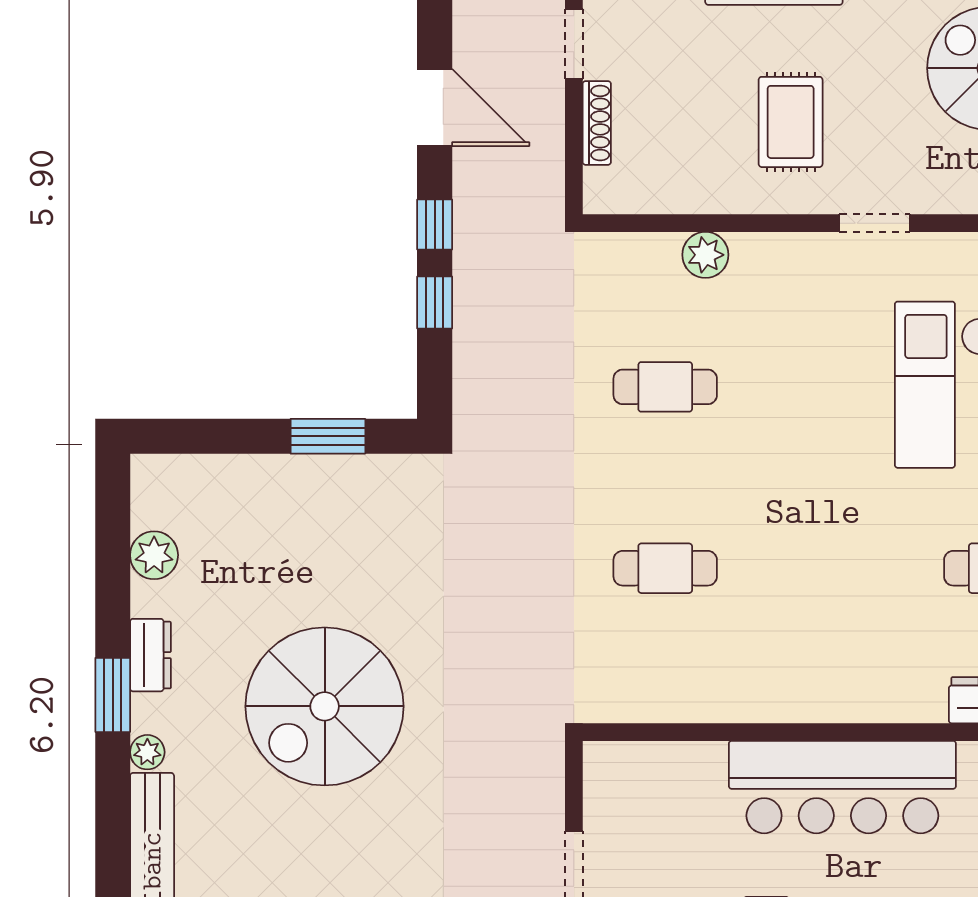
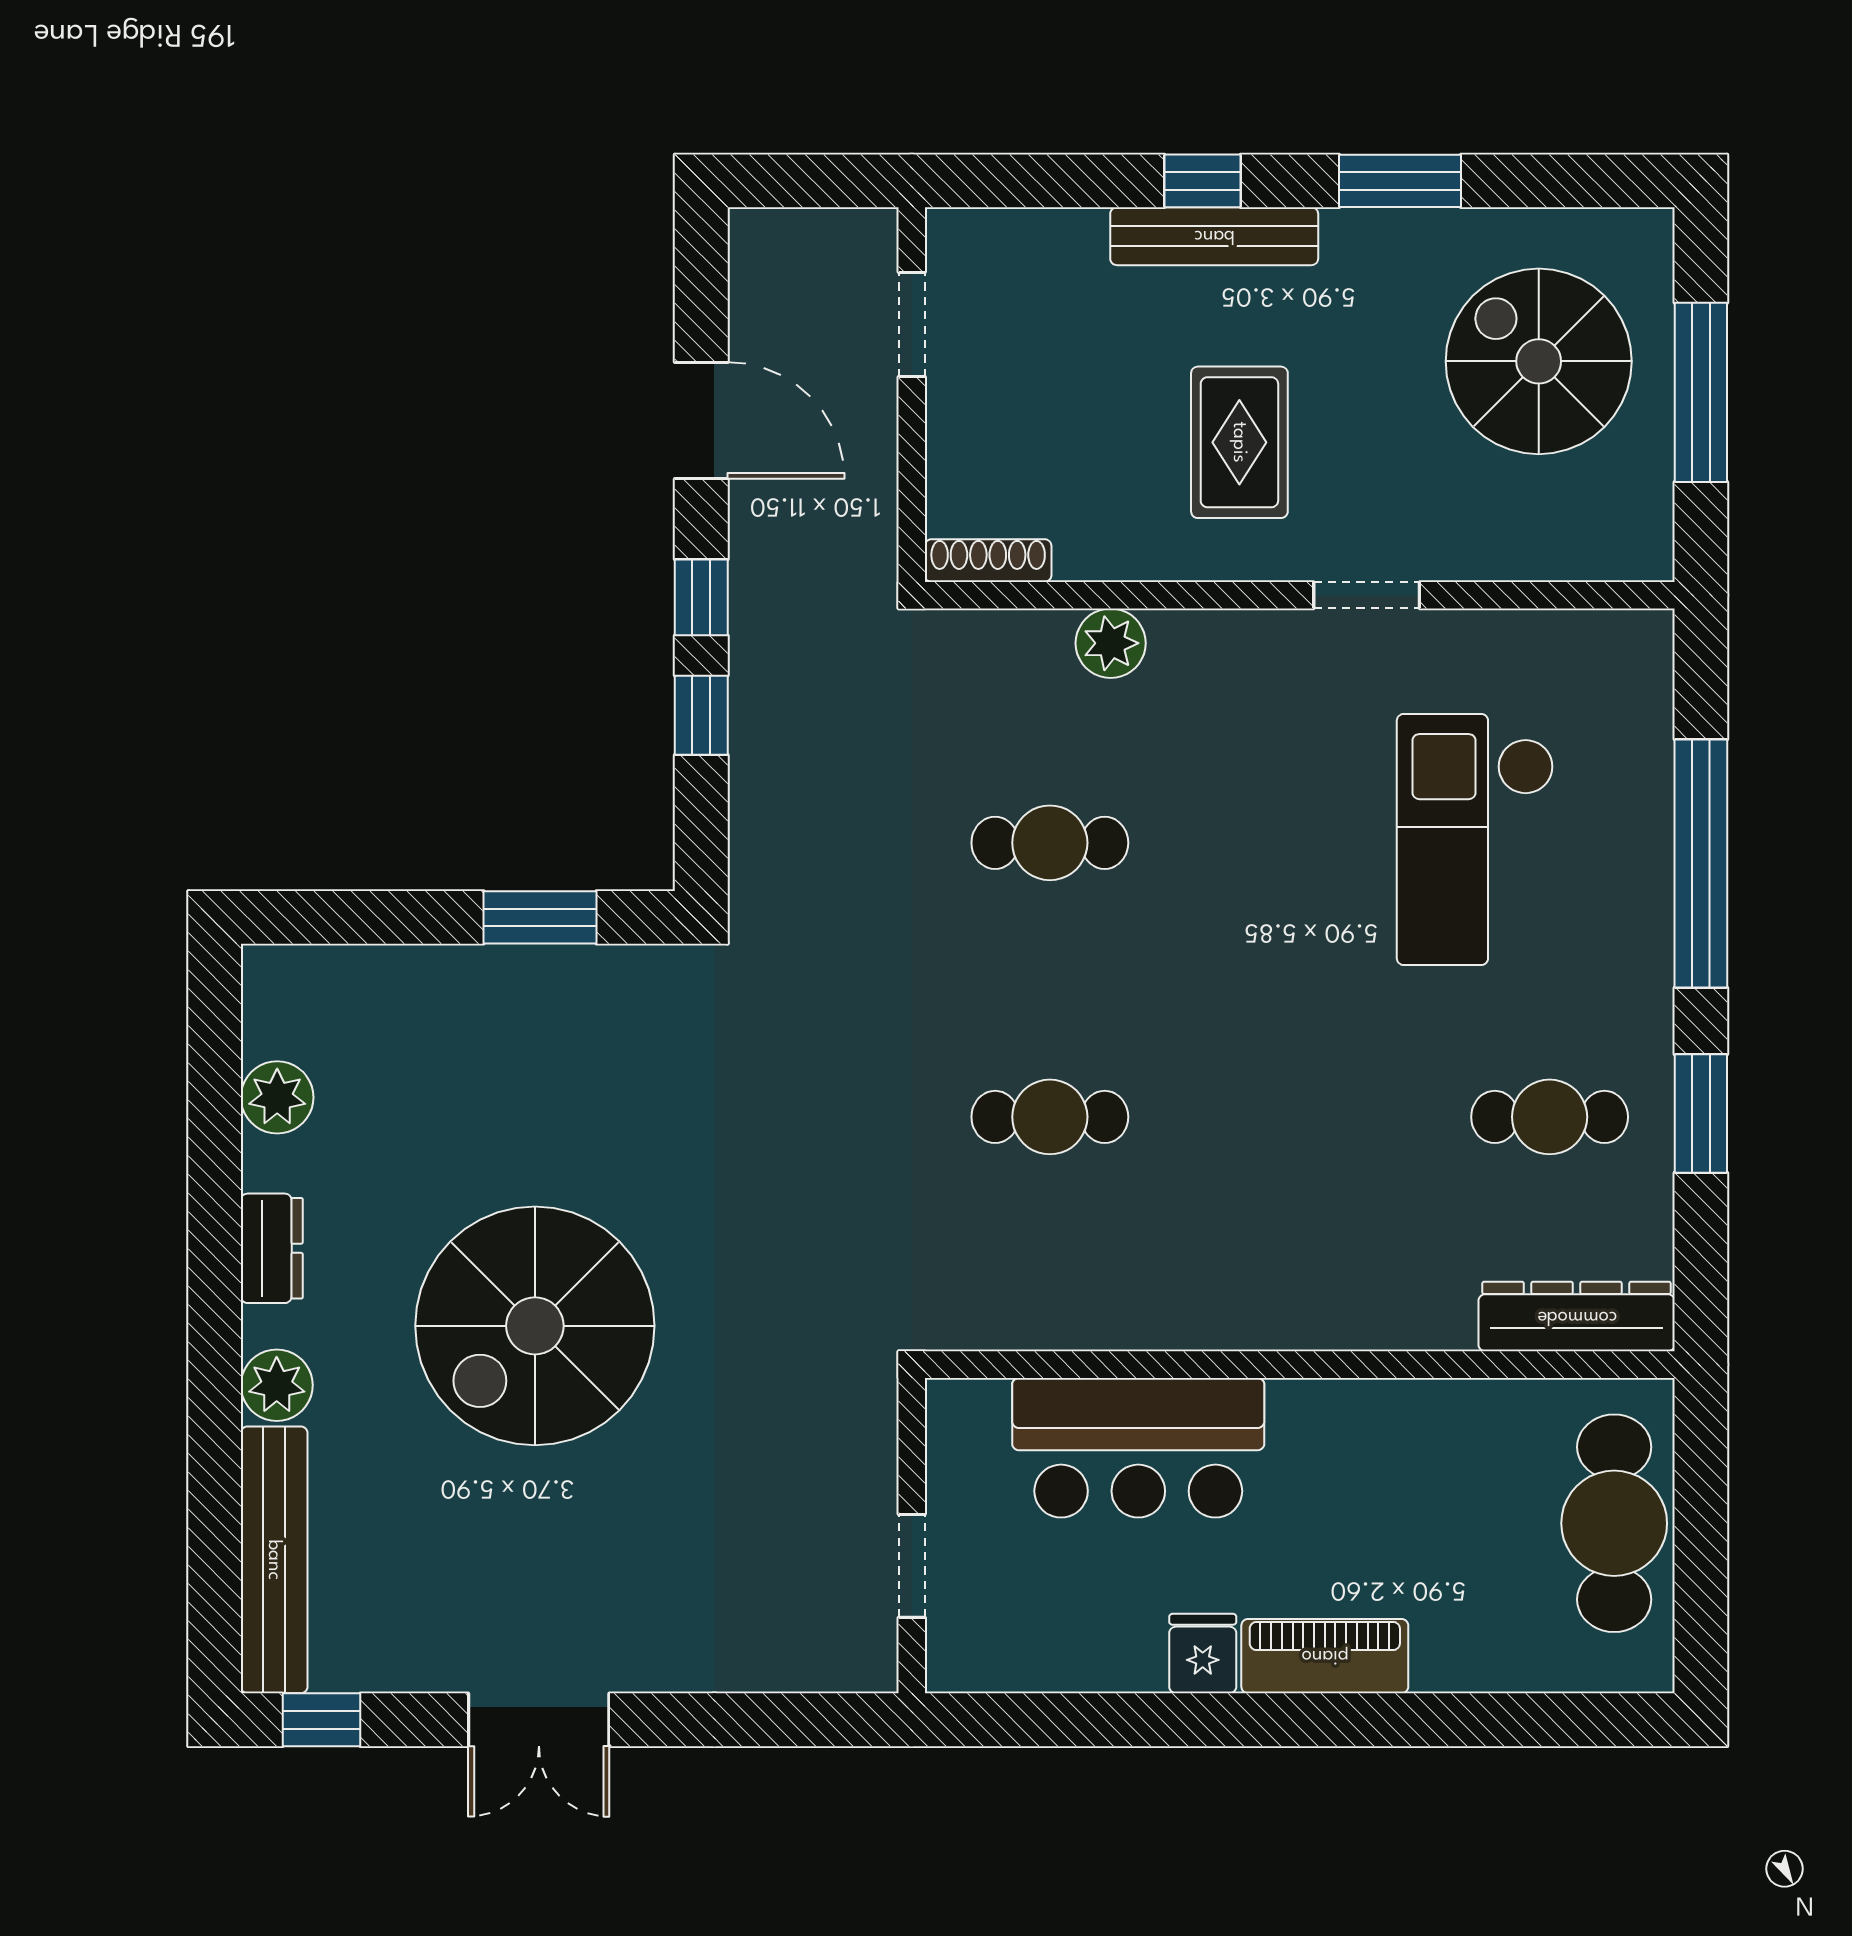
shoe rack: (597, 123) -> (988, 561), moved, turned -90
window: (113, 695) -> (215, 1309), removed
plant: (147, 752) -> (277, 1385), width x1.38, depth x1.38
bar counter: (842, 787) -> (1138, 1448), moved, width x0.73

